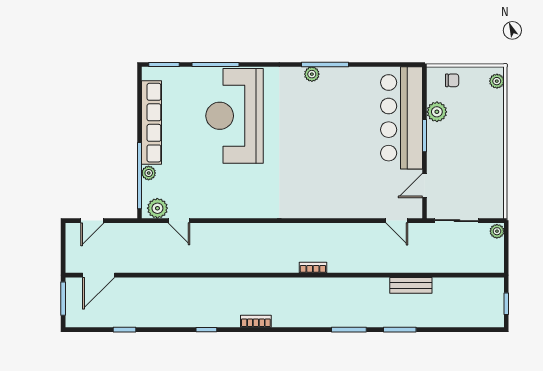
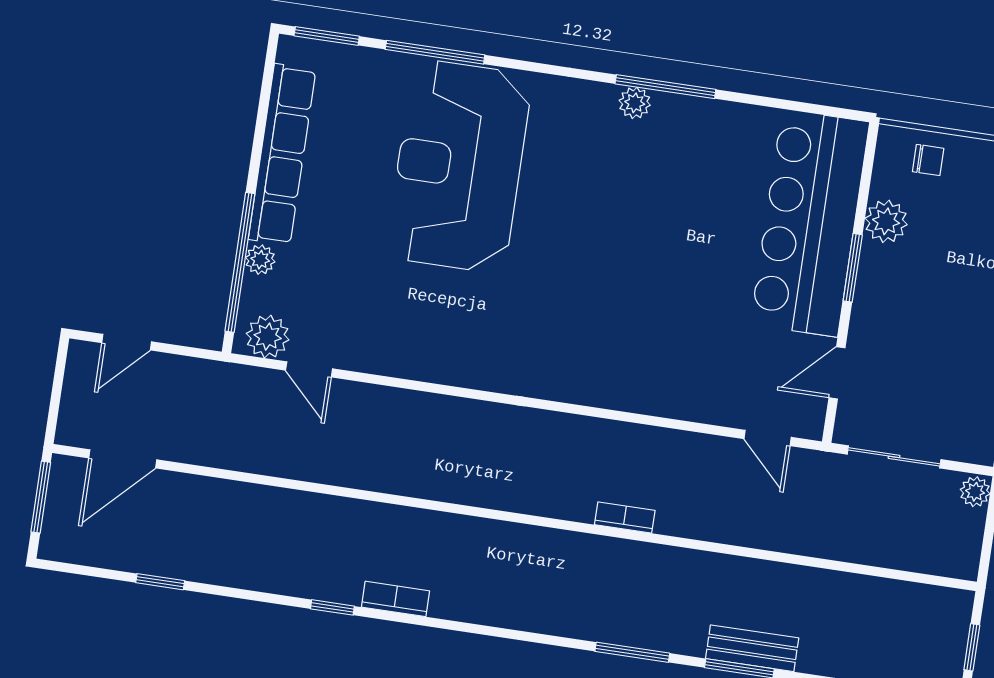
bookcase: (313, 268) -> (625, 518), moved
bench: (411, 285) -> (752, 648), moved
bookcase: (256, 321) -> (395, 599), moved

